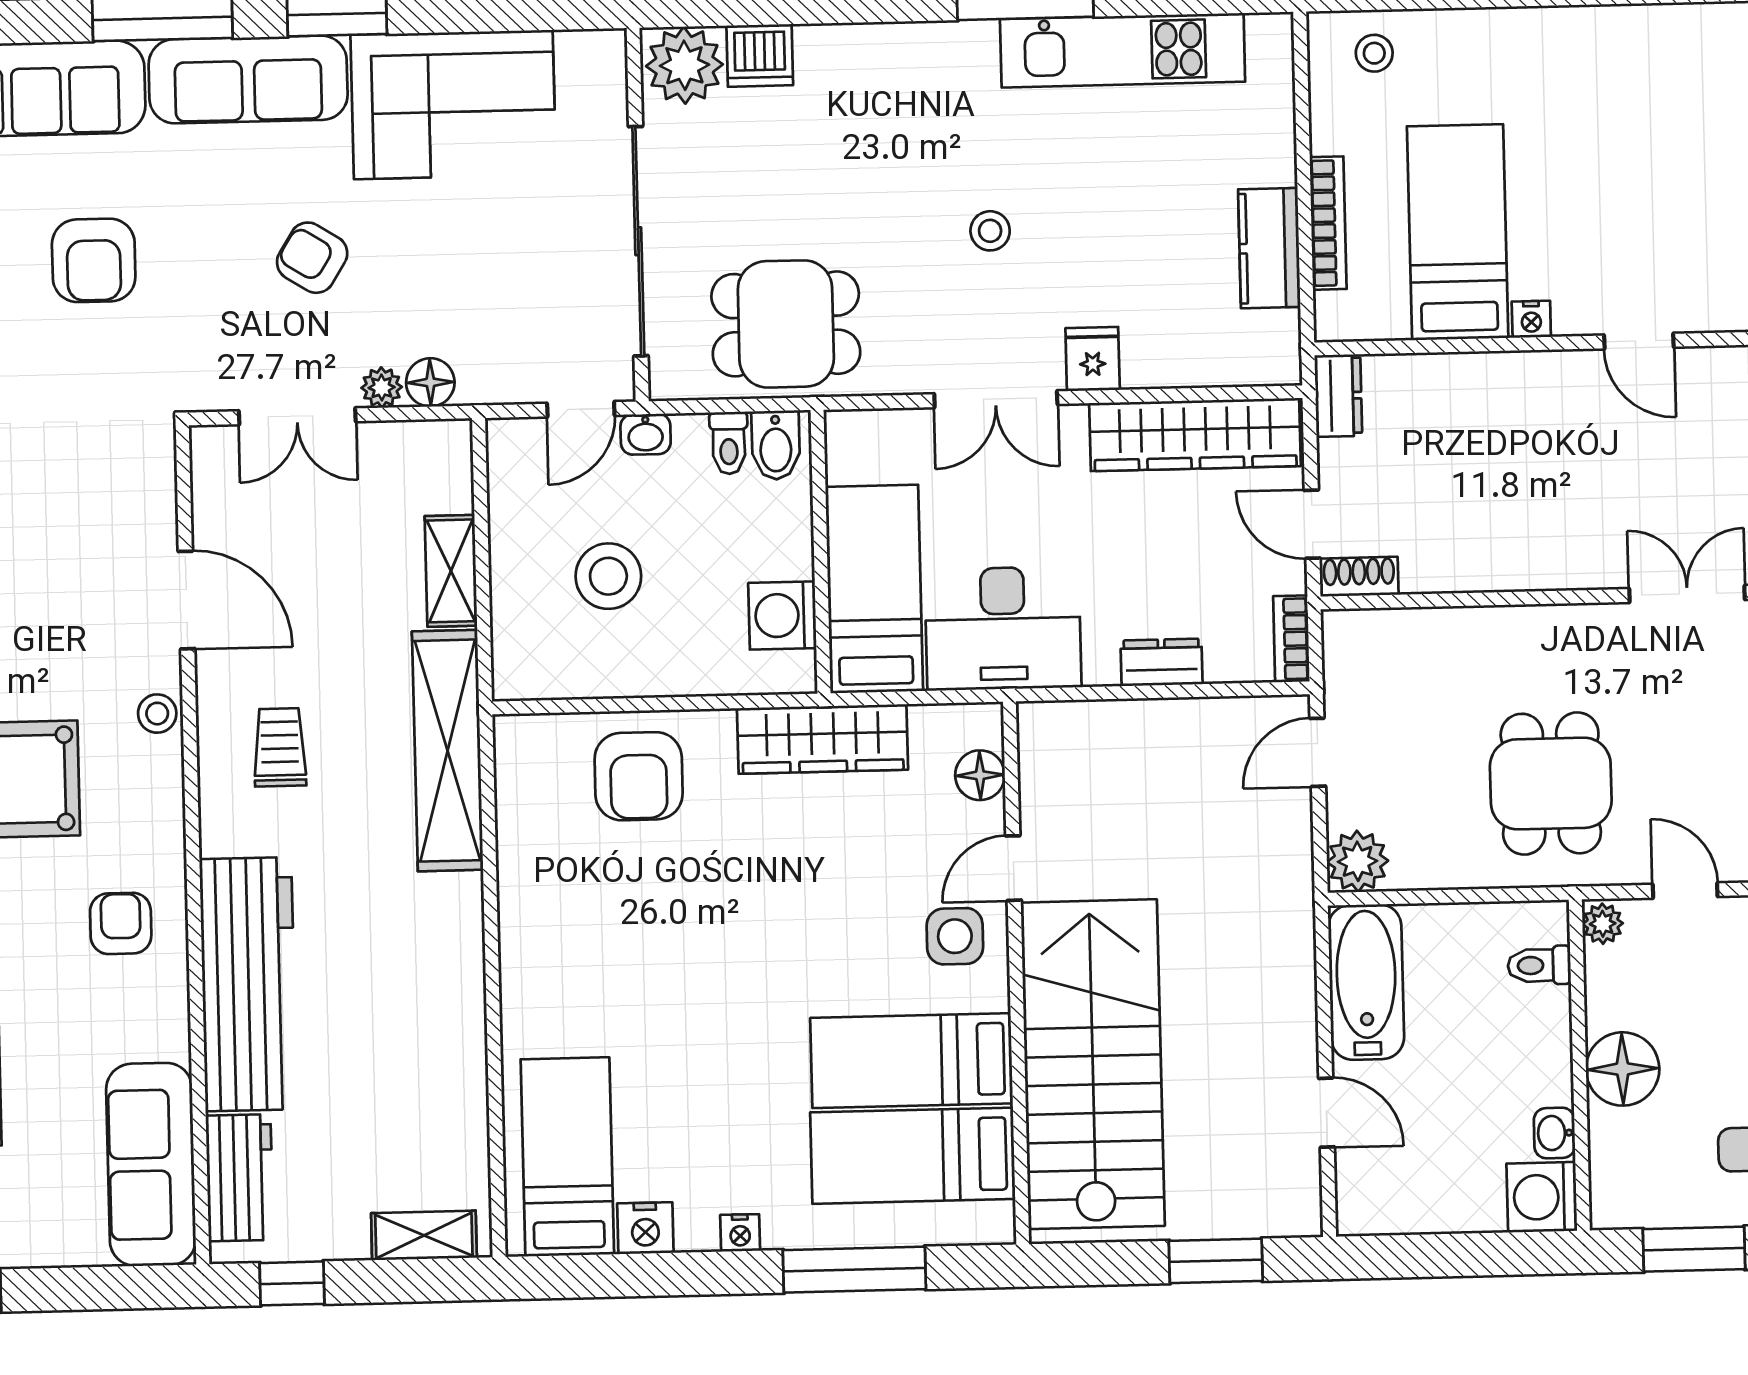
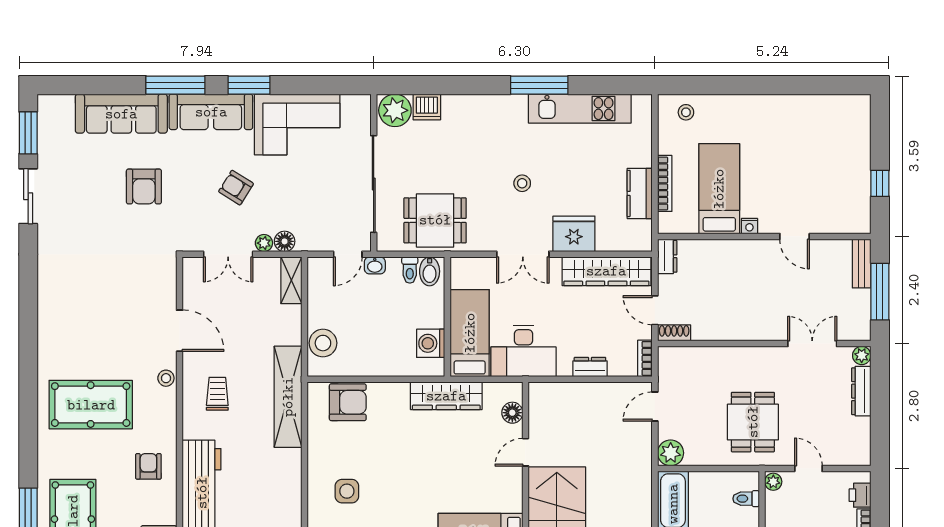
fridge: (1093, 359) -> (574, 234), width x1.88, depth x1.34
shelving: (451, 571) -> (291, 280), moved
stool: (608, 576) -> (323, 343), moved
armchair: (639, 776) -> (348, 402), moved, turned -90
side table: (955, 936) -> (347, 491), moved

